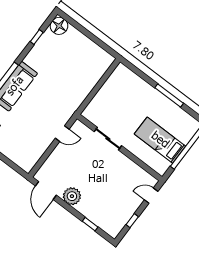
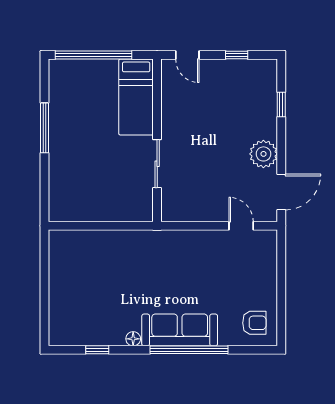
floor lamp: (59, 26) -> (133, 339), moved, width x0.53, depth x0.53
door: (62, 134) -> (241, 226), moved
bed: (160, 140) -> (136, 97), moved

